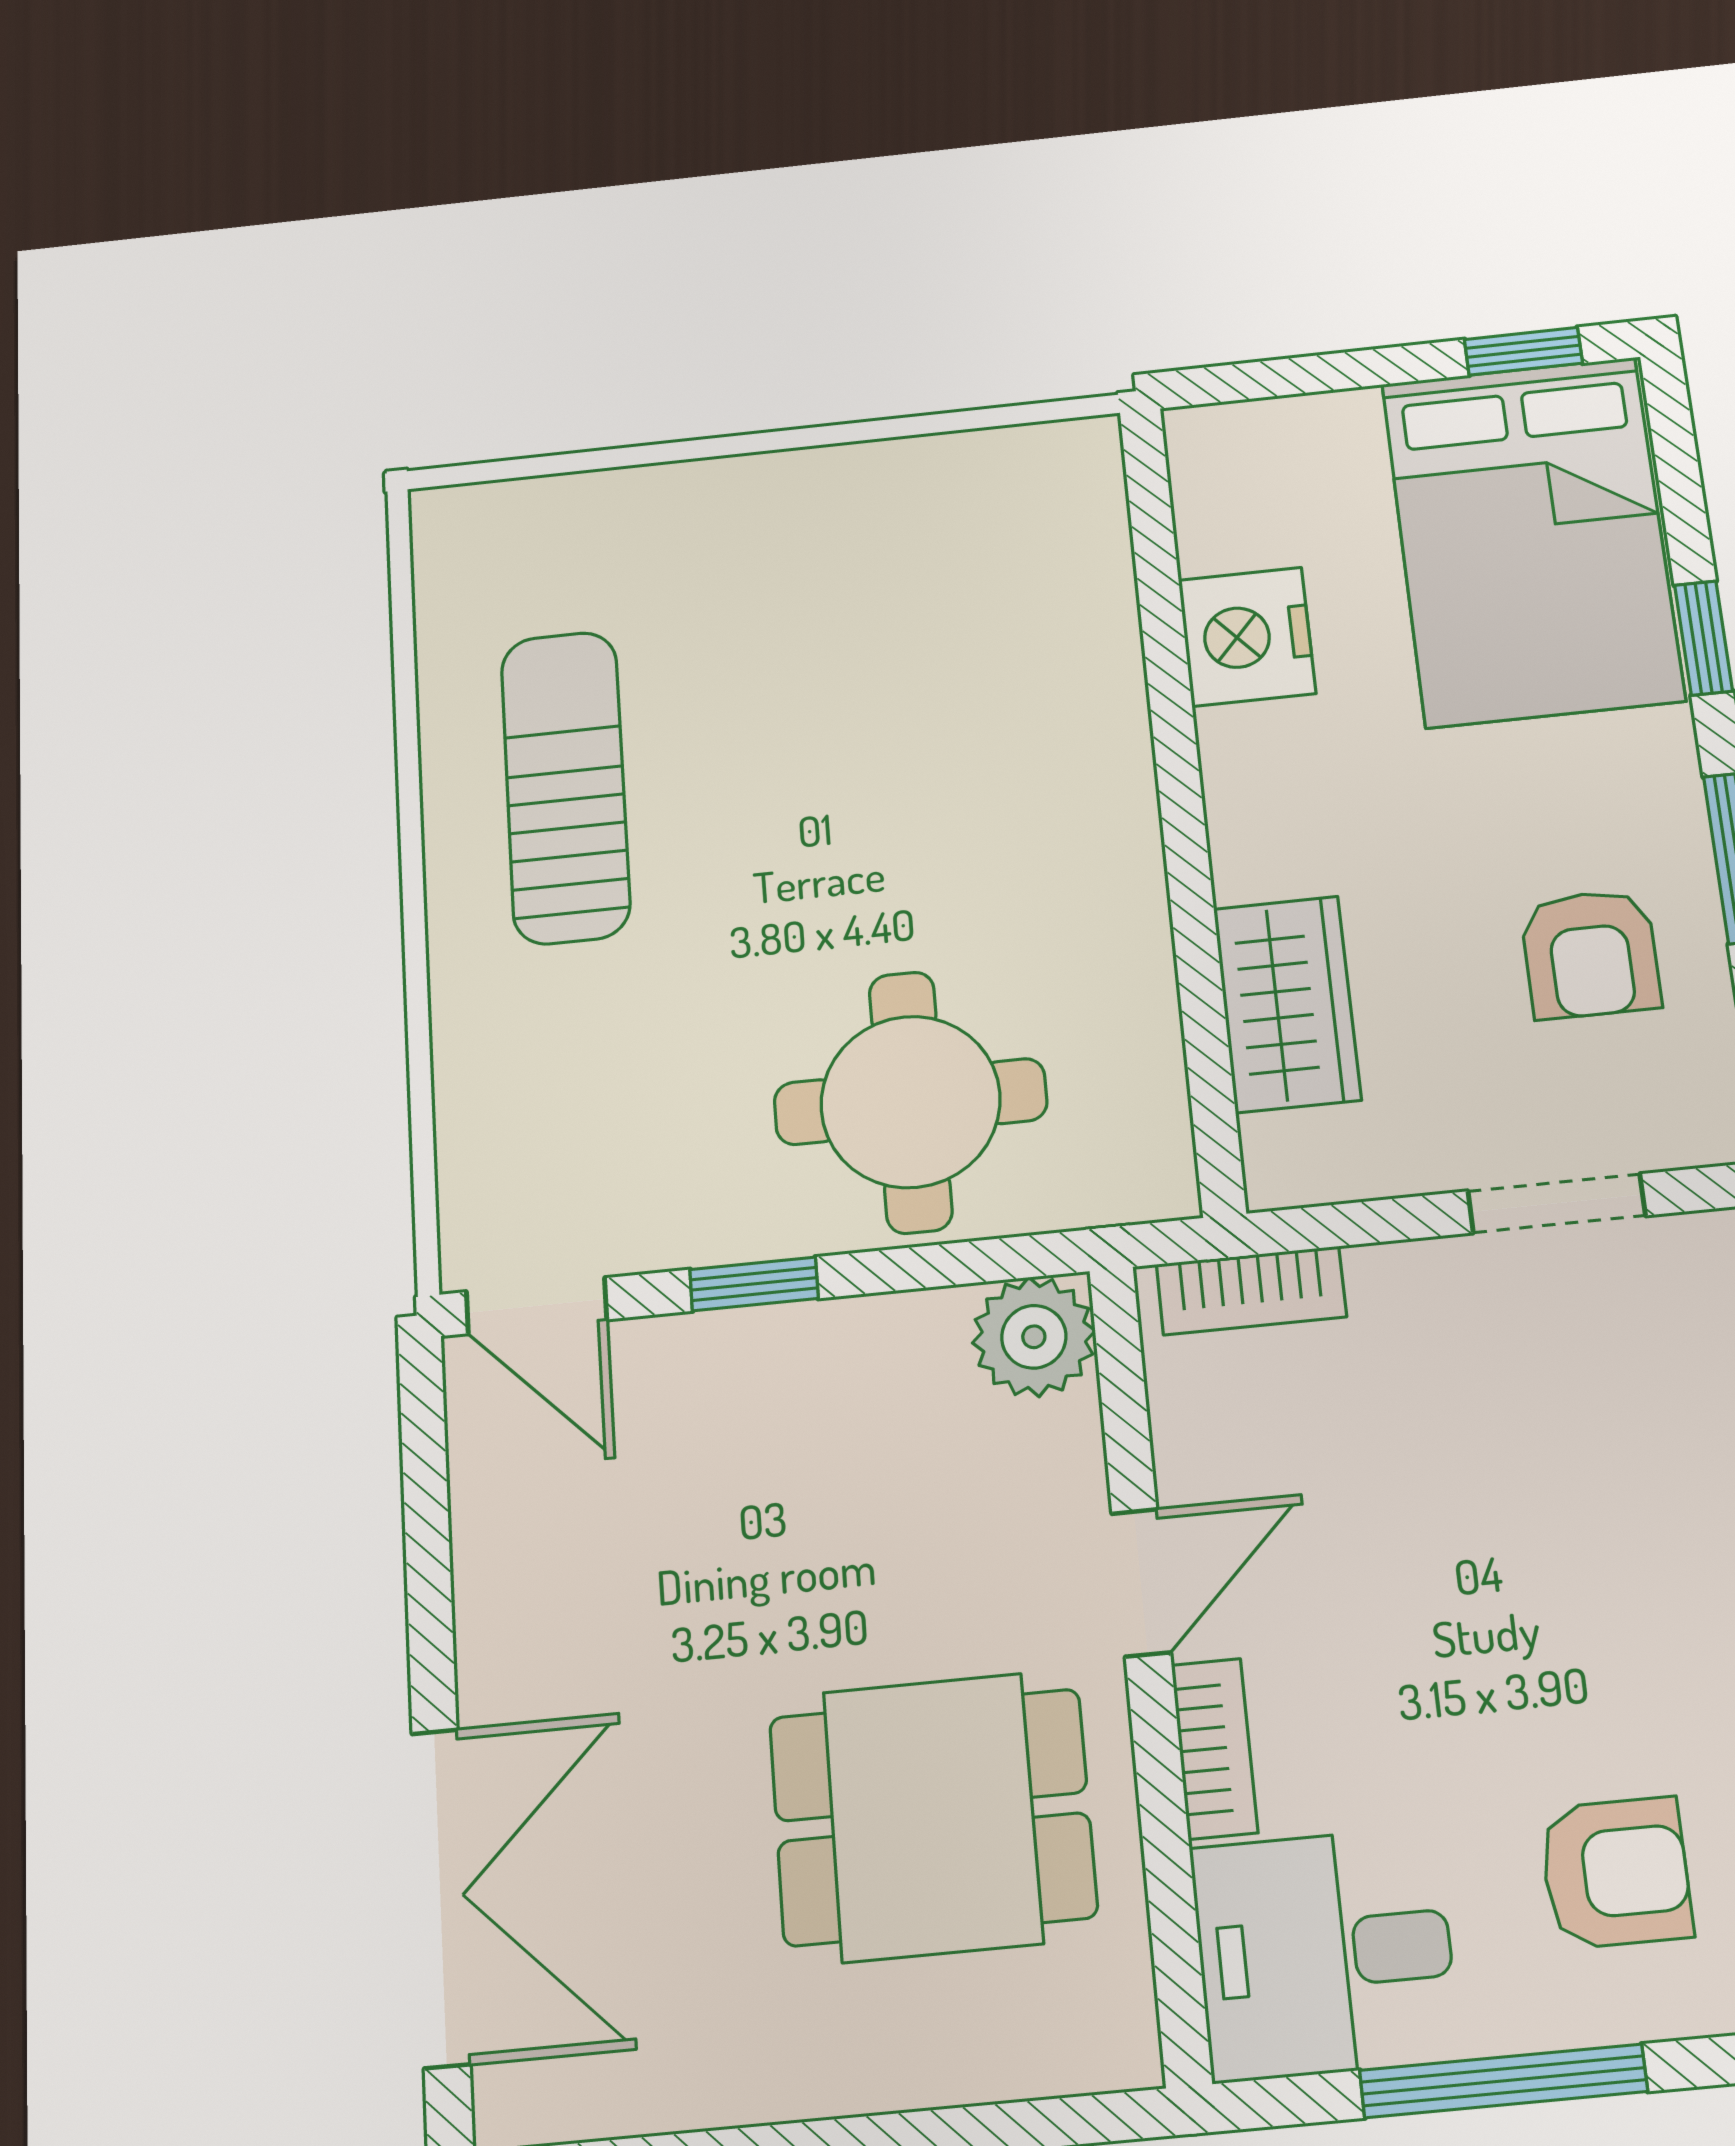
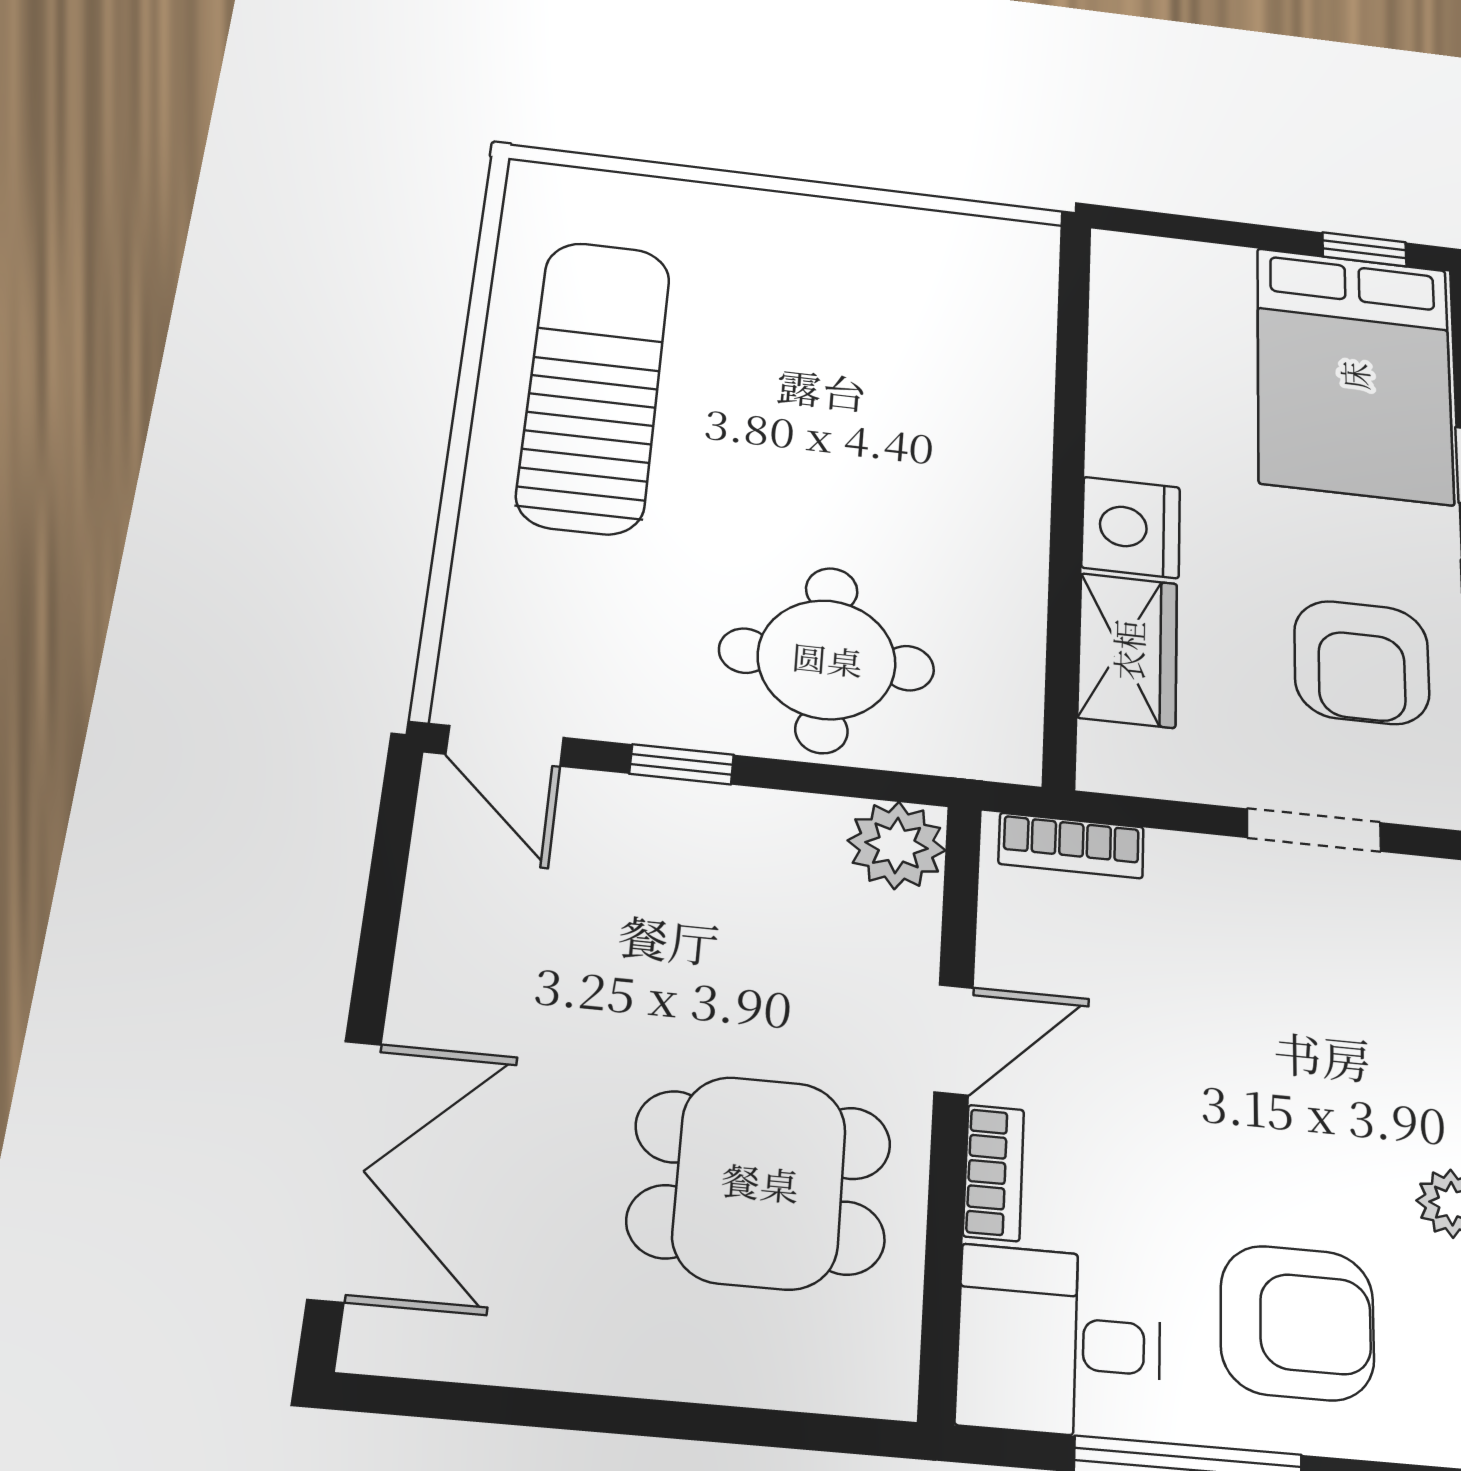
nightstand: (1247, 637) -> (1131, 527), moved
sun lounger: (565, 787) -> (594, 386), width x1.36, depth x1.34
armchair: (1590, 954) -> (1362, 662), width x1.38, depth x1.38
armchair: (1616, 1873) -> (1297, 1323), width x1.38, depth x1.38

